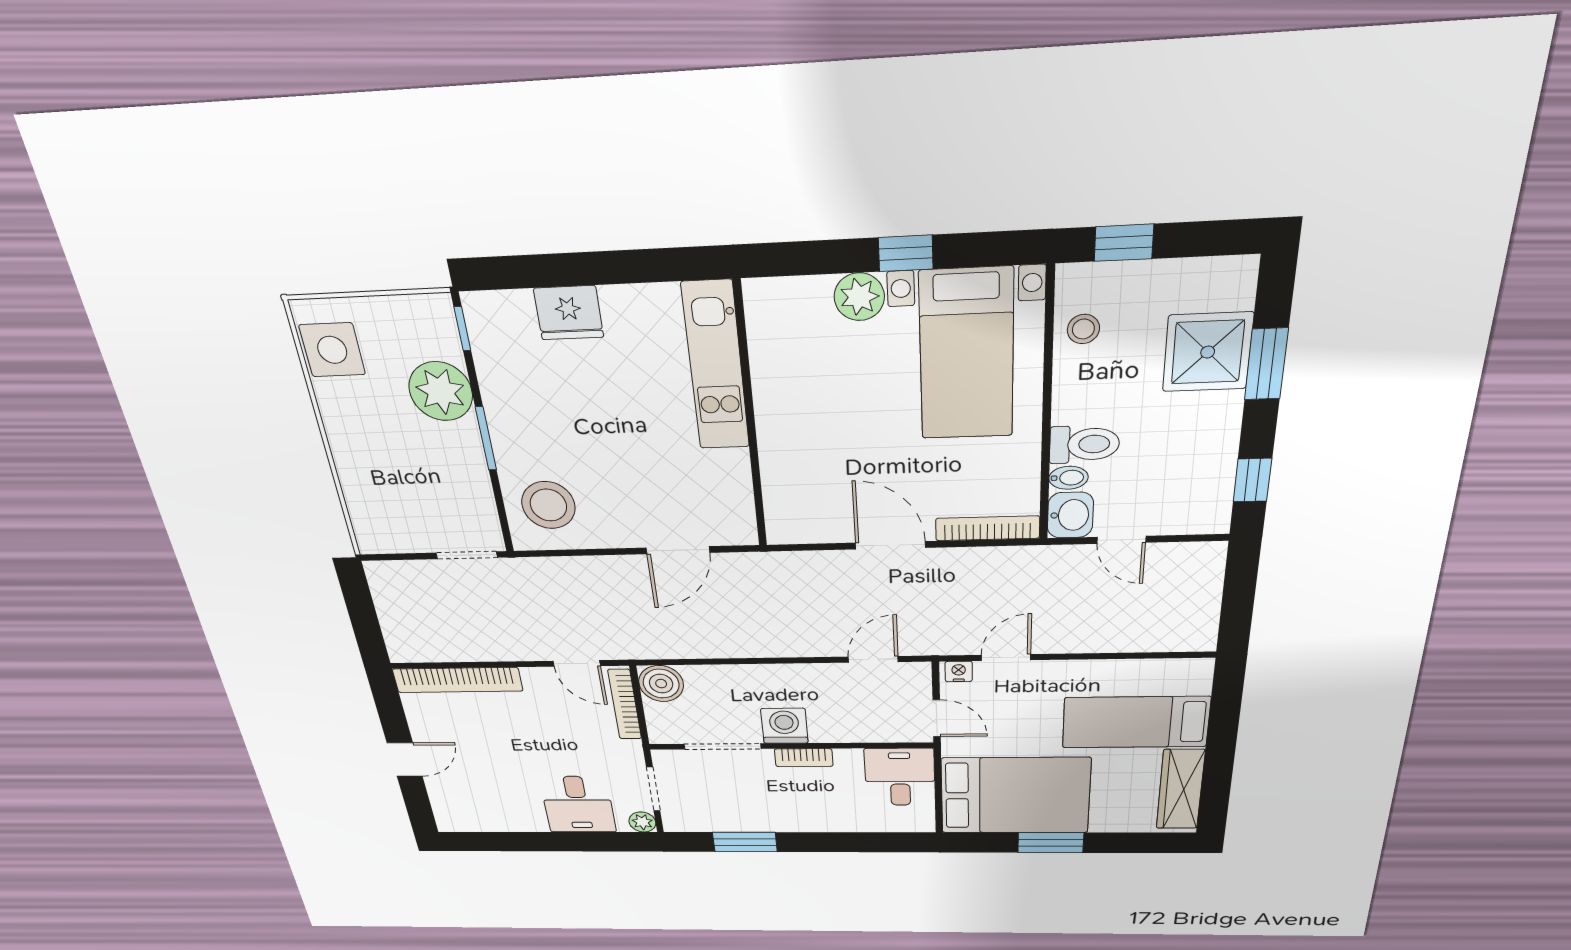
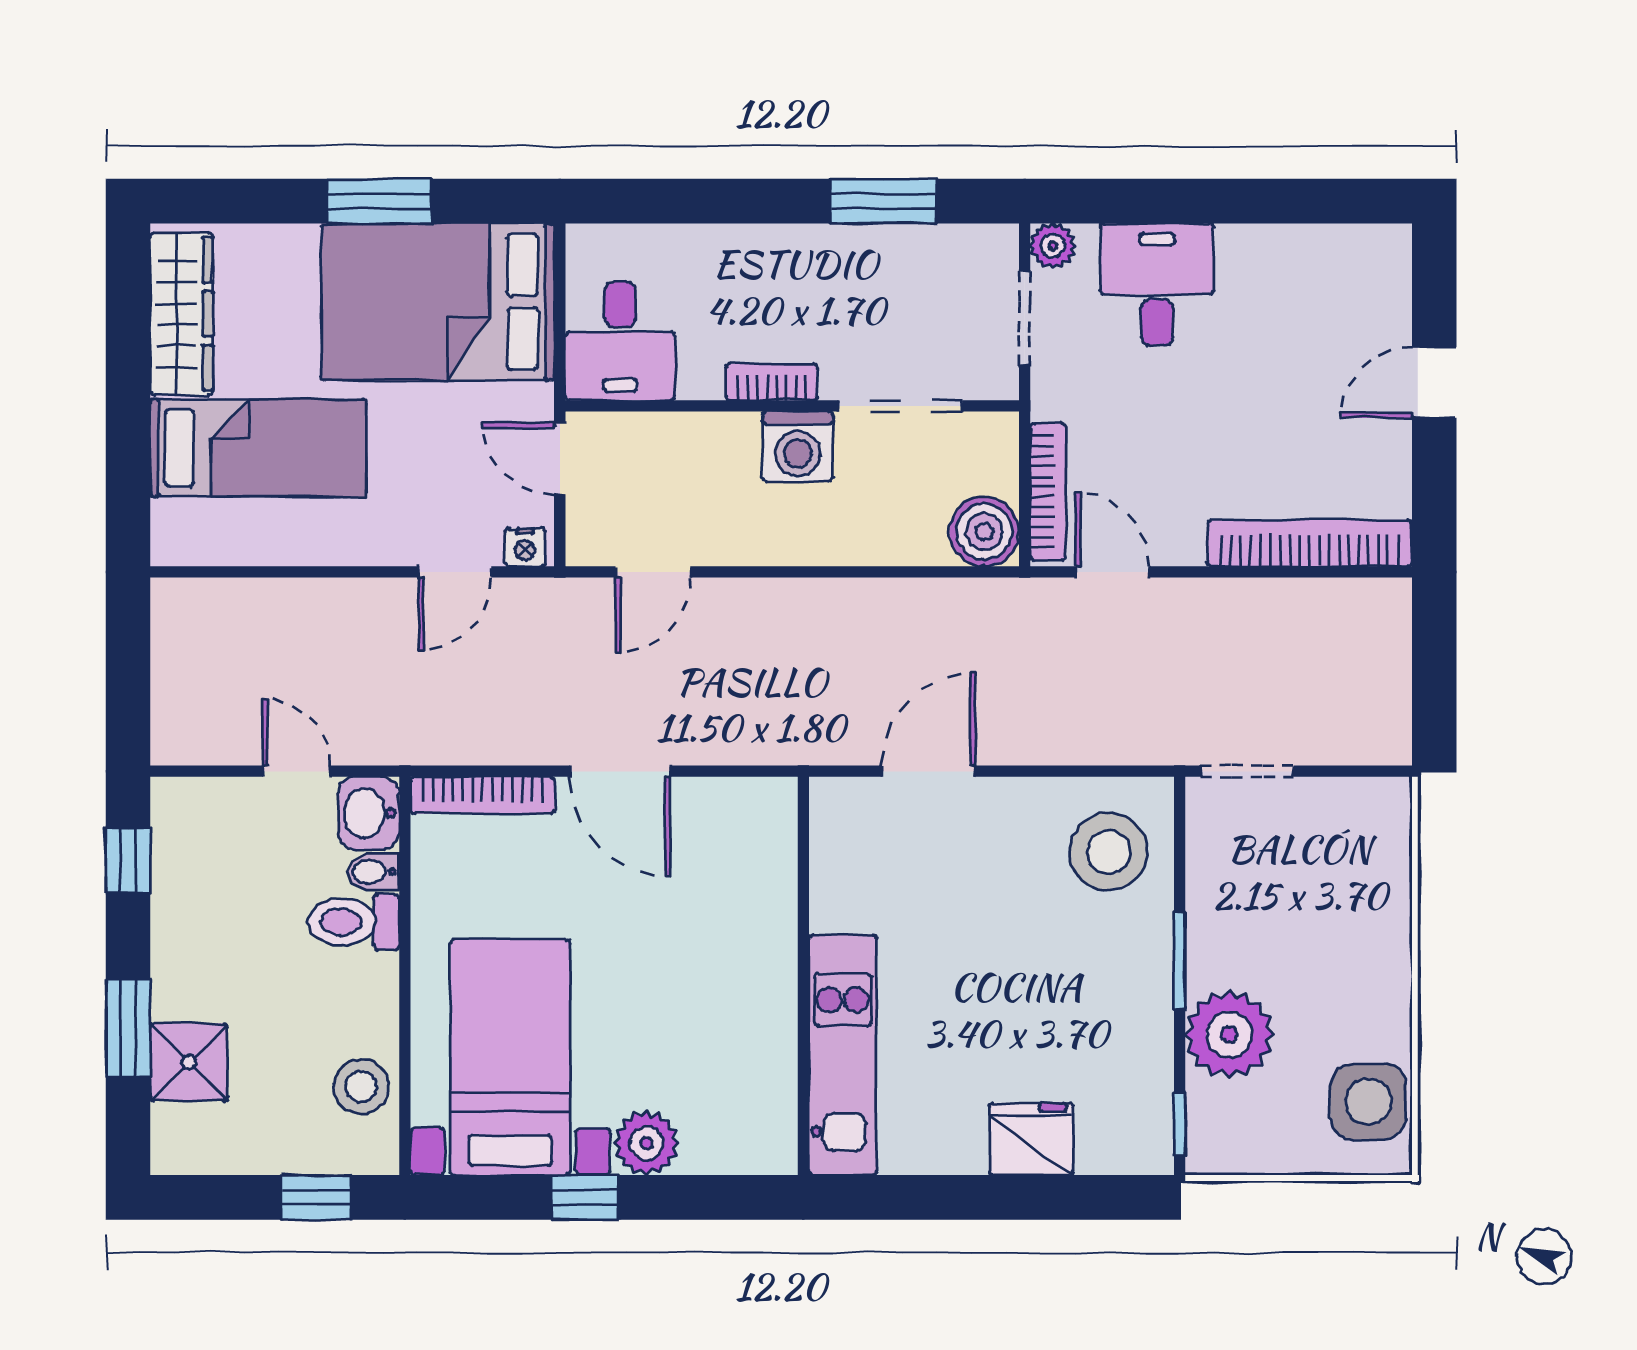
stool: (1083, 329) -> (361, 1087), width x1.37, depth x1.37
shower: (1208, 352) -> (189, 1062), width x0.73, depth x0.73

